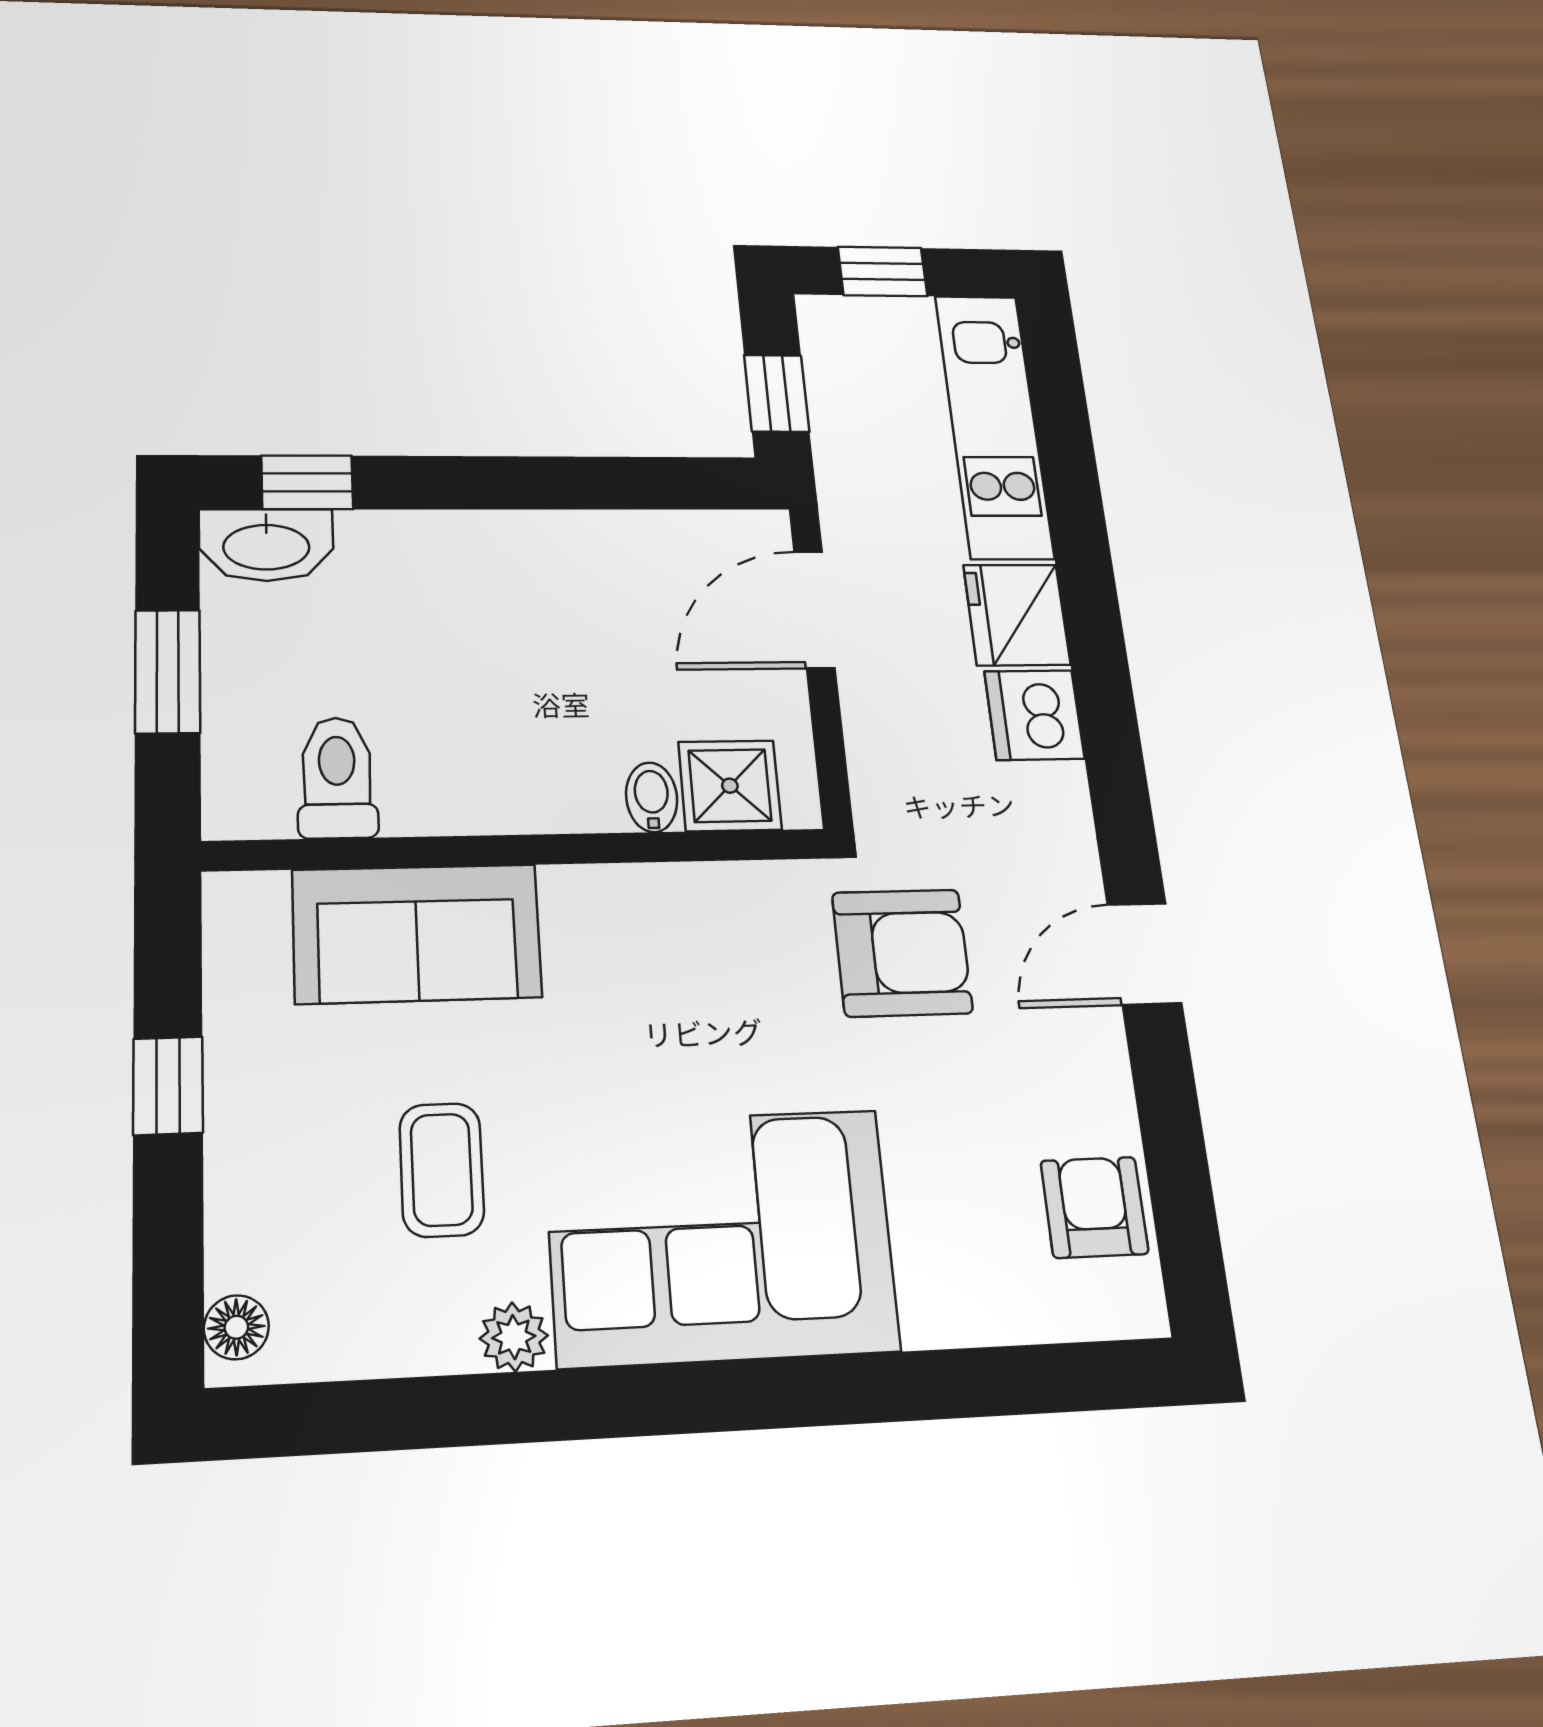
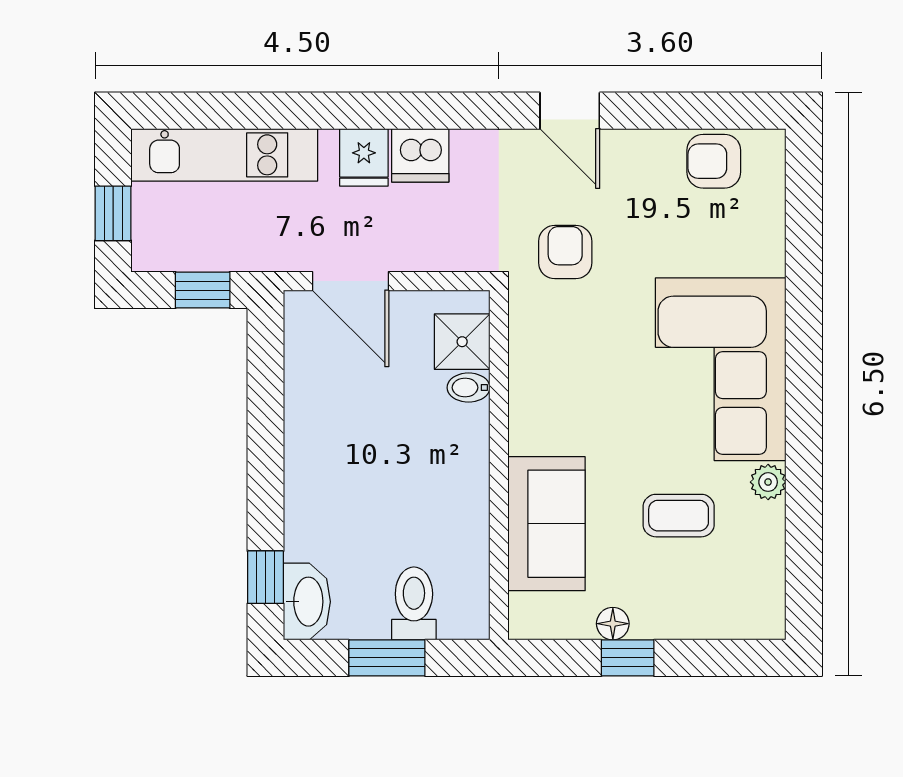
fridge: (1017, 615) -> (364, 157), width x0.72
toilet: (337, 778) -> (414, 603), moved, turned 90
armchair: (902, 953) -> (565, 252), width x0.72, depth x0.72
floor lamp: (236, 1327) -> (613, 624), moved

